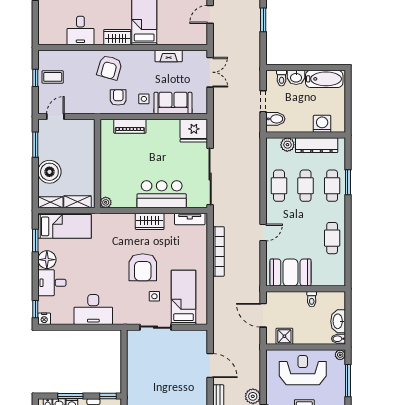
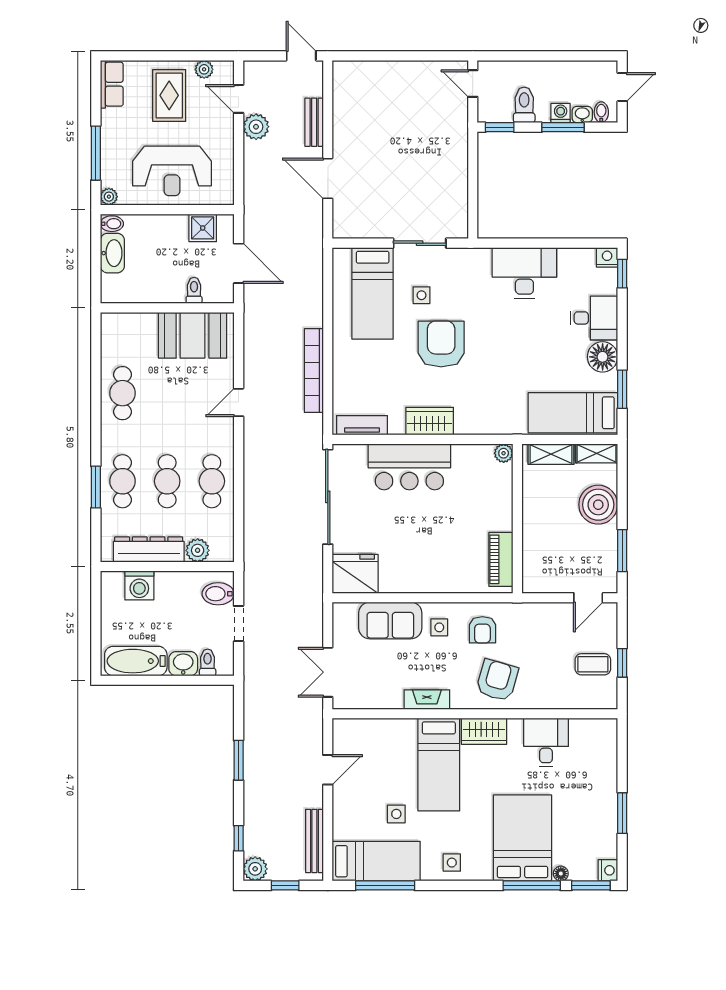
fireplace: (169, 56) -> (427, 700), moved
piano: (130, 126) -> (501, 559), moved, turned -90
toilet: (312, 299) -> (194, 290), moved

